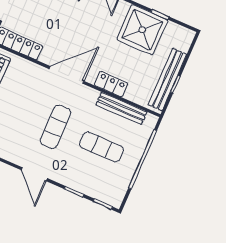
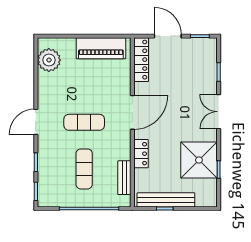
door: (67, 75) -> (132, 112), hinge flipped
bench: (121, 108) -> (124, 178), width x0.73

